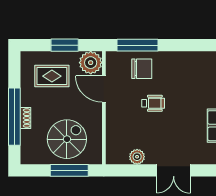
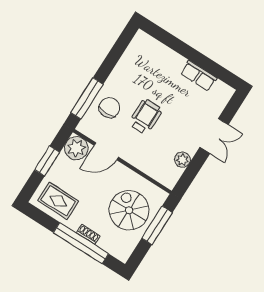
rug: (52, 76) -> (58, 201), moved, turned 90
wheelchair: (153, 103) -> (145, 117), width x1.36, depth x1.37

